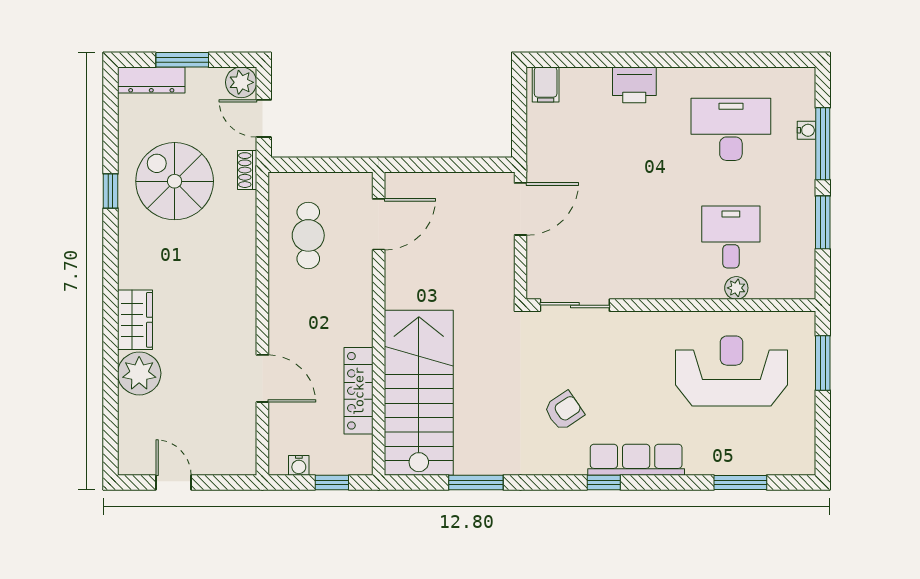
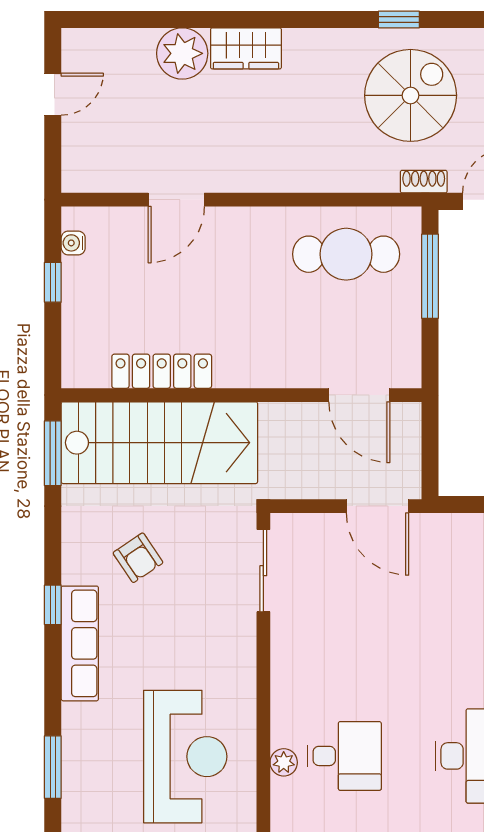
window: (327, 165) -> (430, 276), added
door: (379, 224) -> (359, 395), moved
cafe table: (308, 235) -> (346, 254), width x1.37, depth x1.35
wall: (379, 324) -> (241, 395), moved
locker: (359, 391) -> (162, 371), moved
stairs: (419, 393) -> (159, 443), moved

